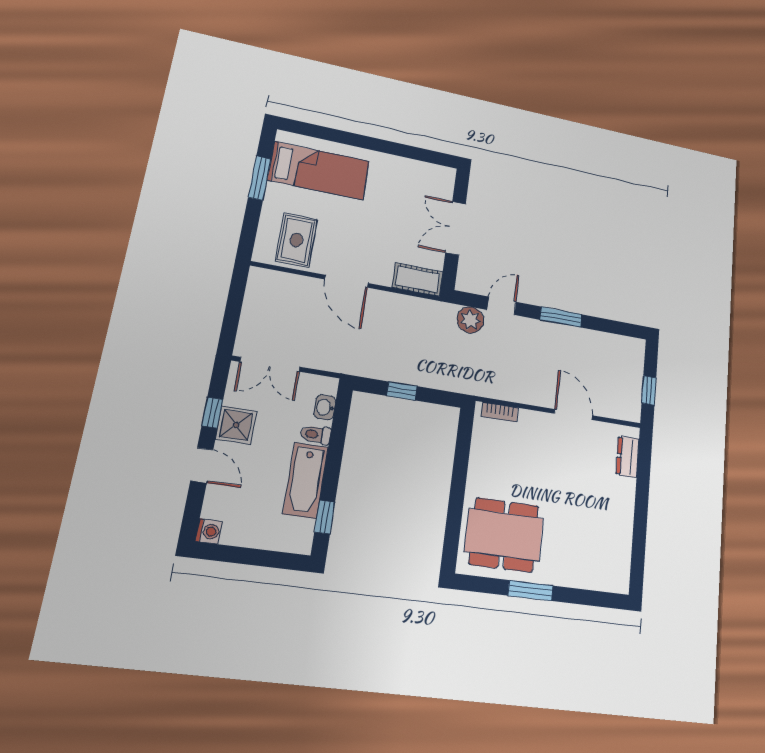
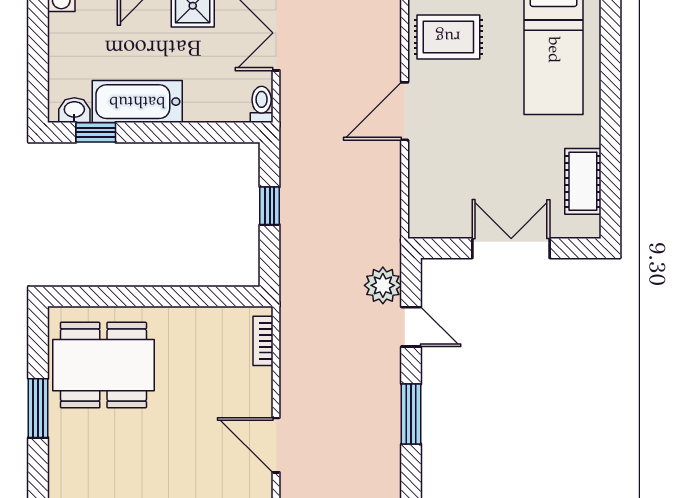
cot: (418, 280) -> (583, 181), moved
washbasin: (325, 407) -> (74, 110), moved
door: (573, 415) -> (276, 445), swing flipped
toilet: (316, 435) -> (262, 104), moved
dining table: (504, 535) -> (103, 365), turned 90

